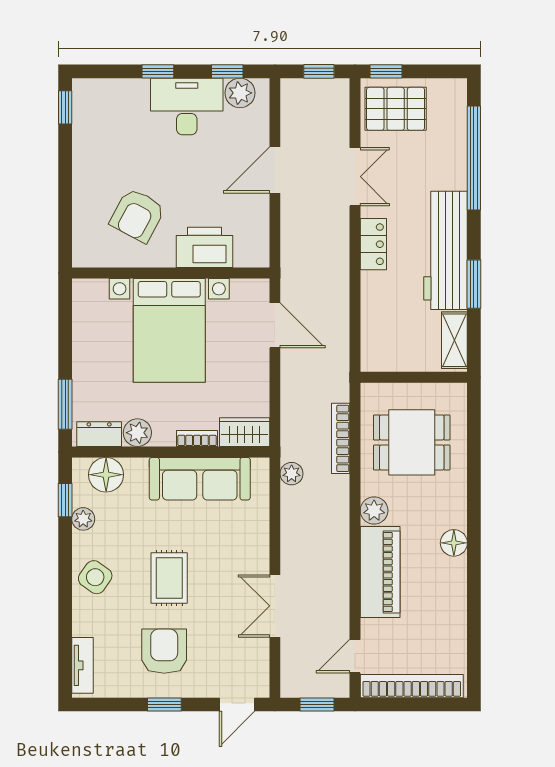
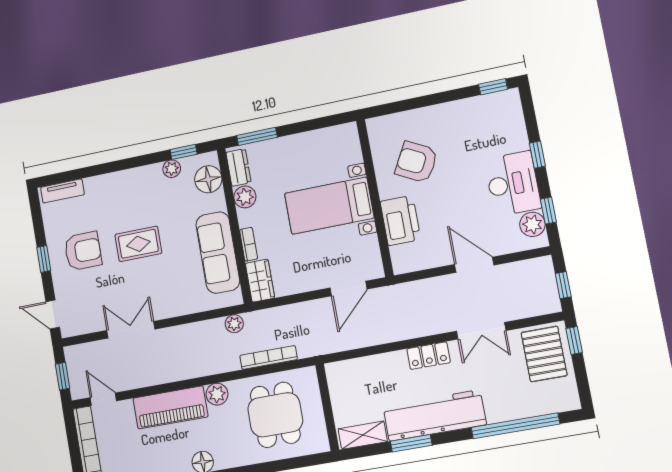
bed with nightstands: (169, 330) -> (329, 206), width x0.73
side table: (95, 577) -> (129, 187), removed

